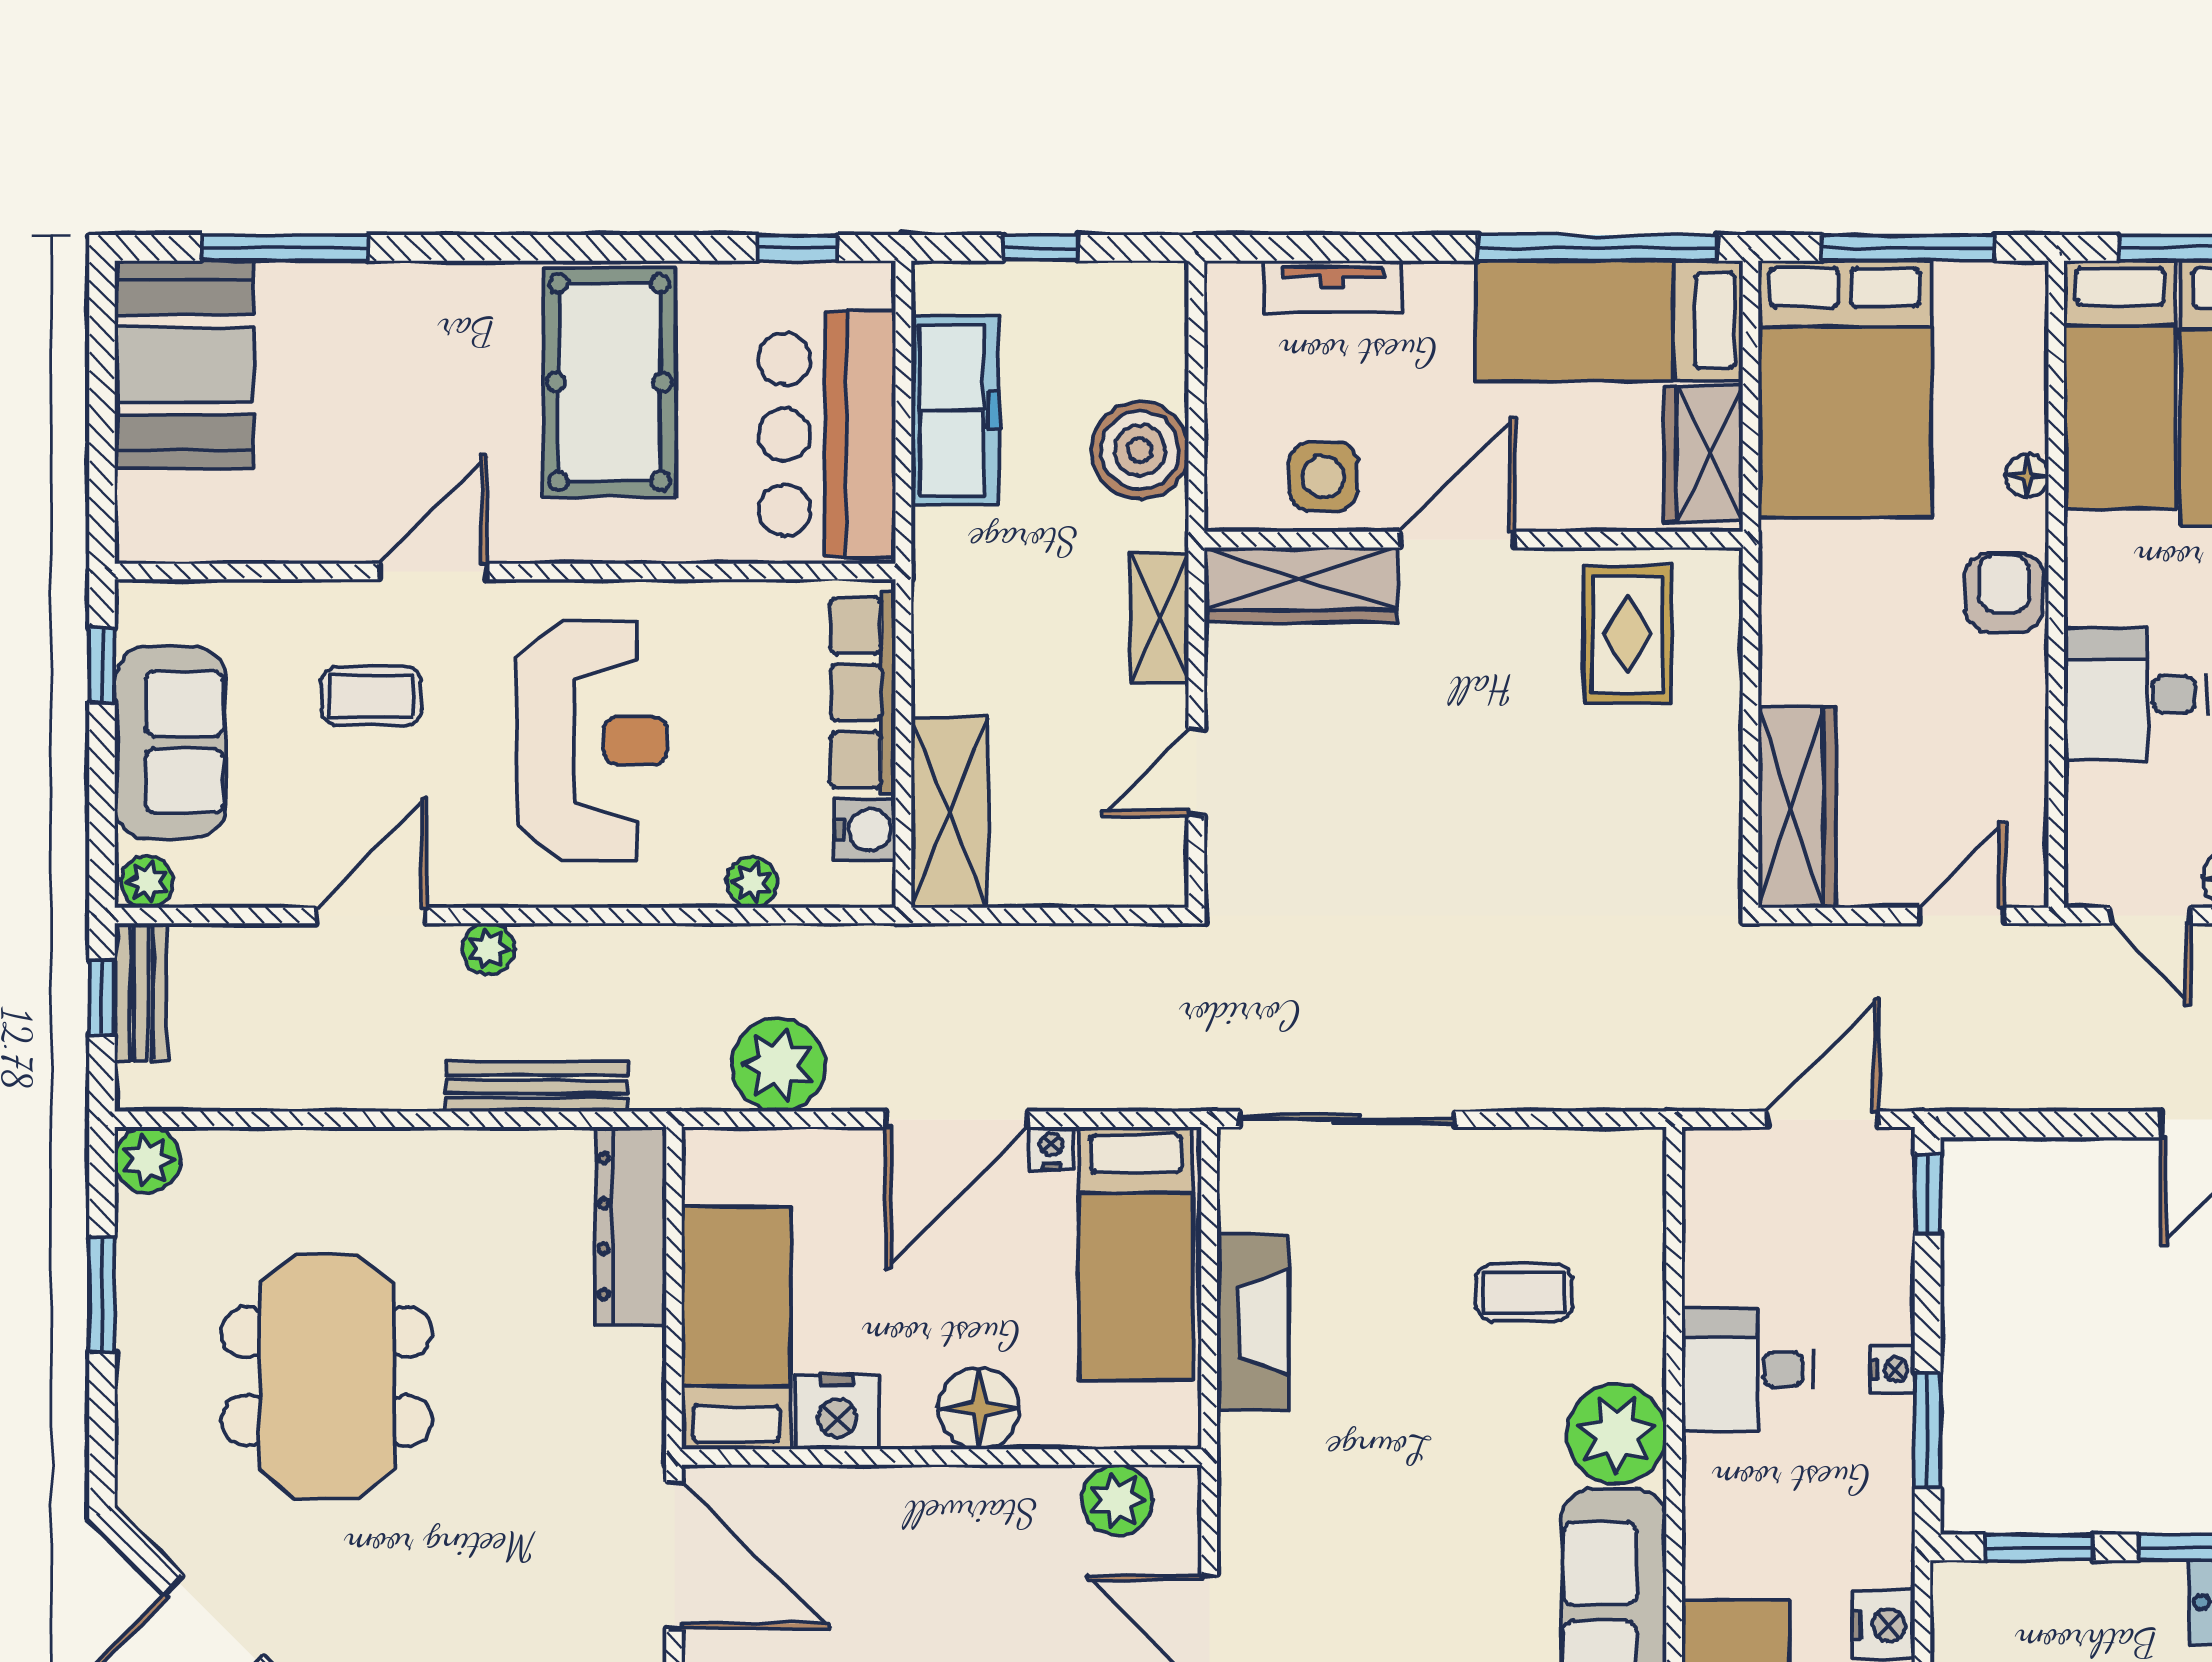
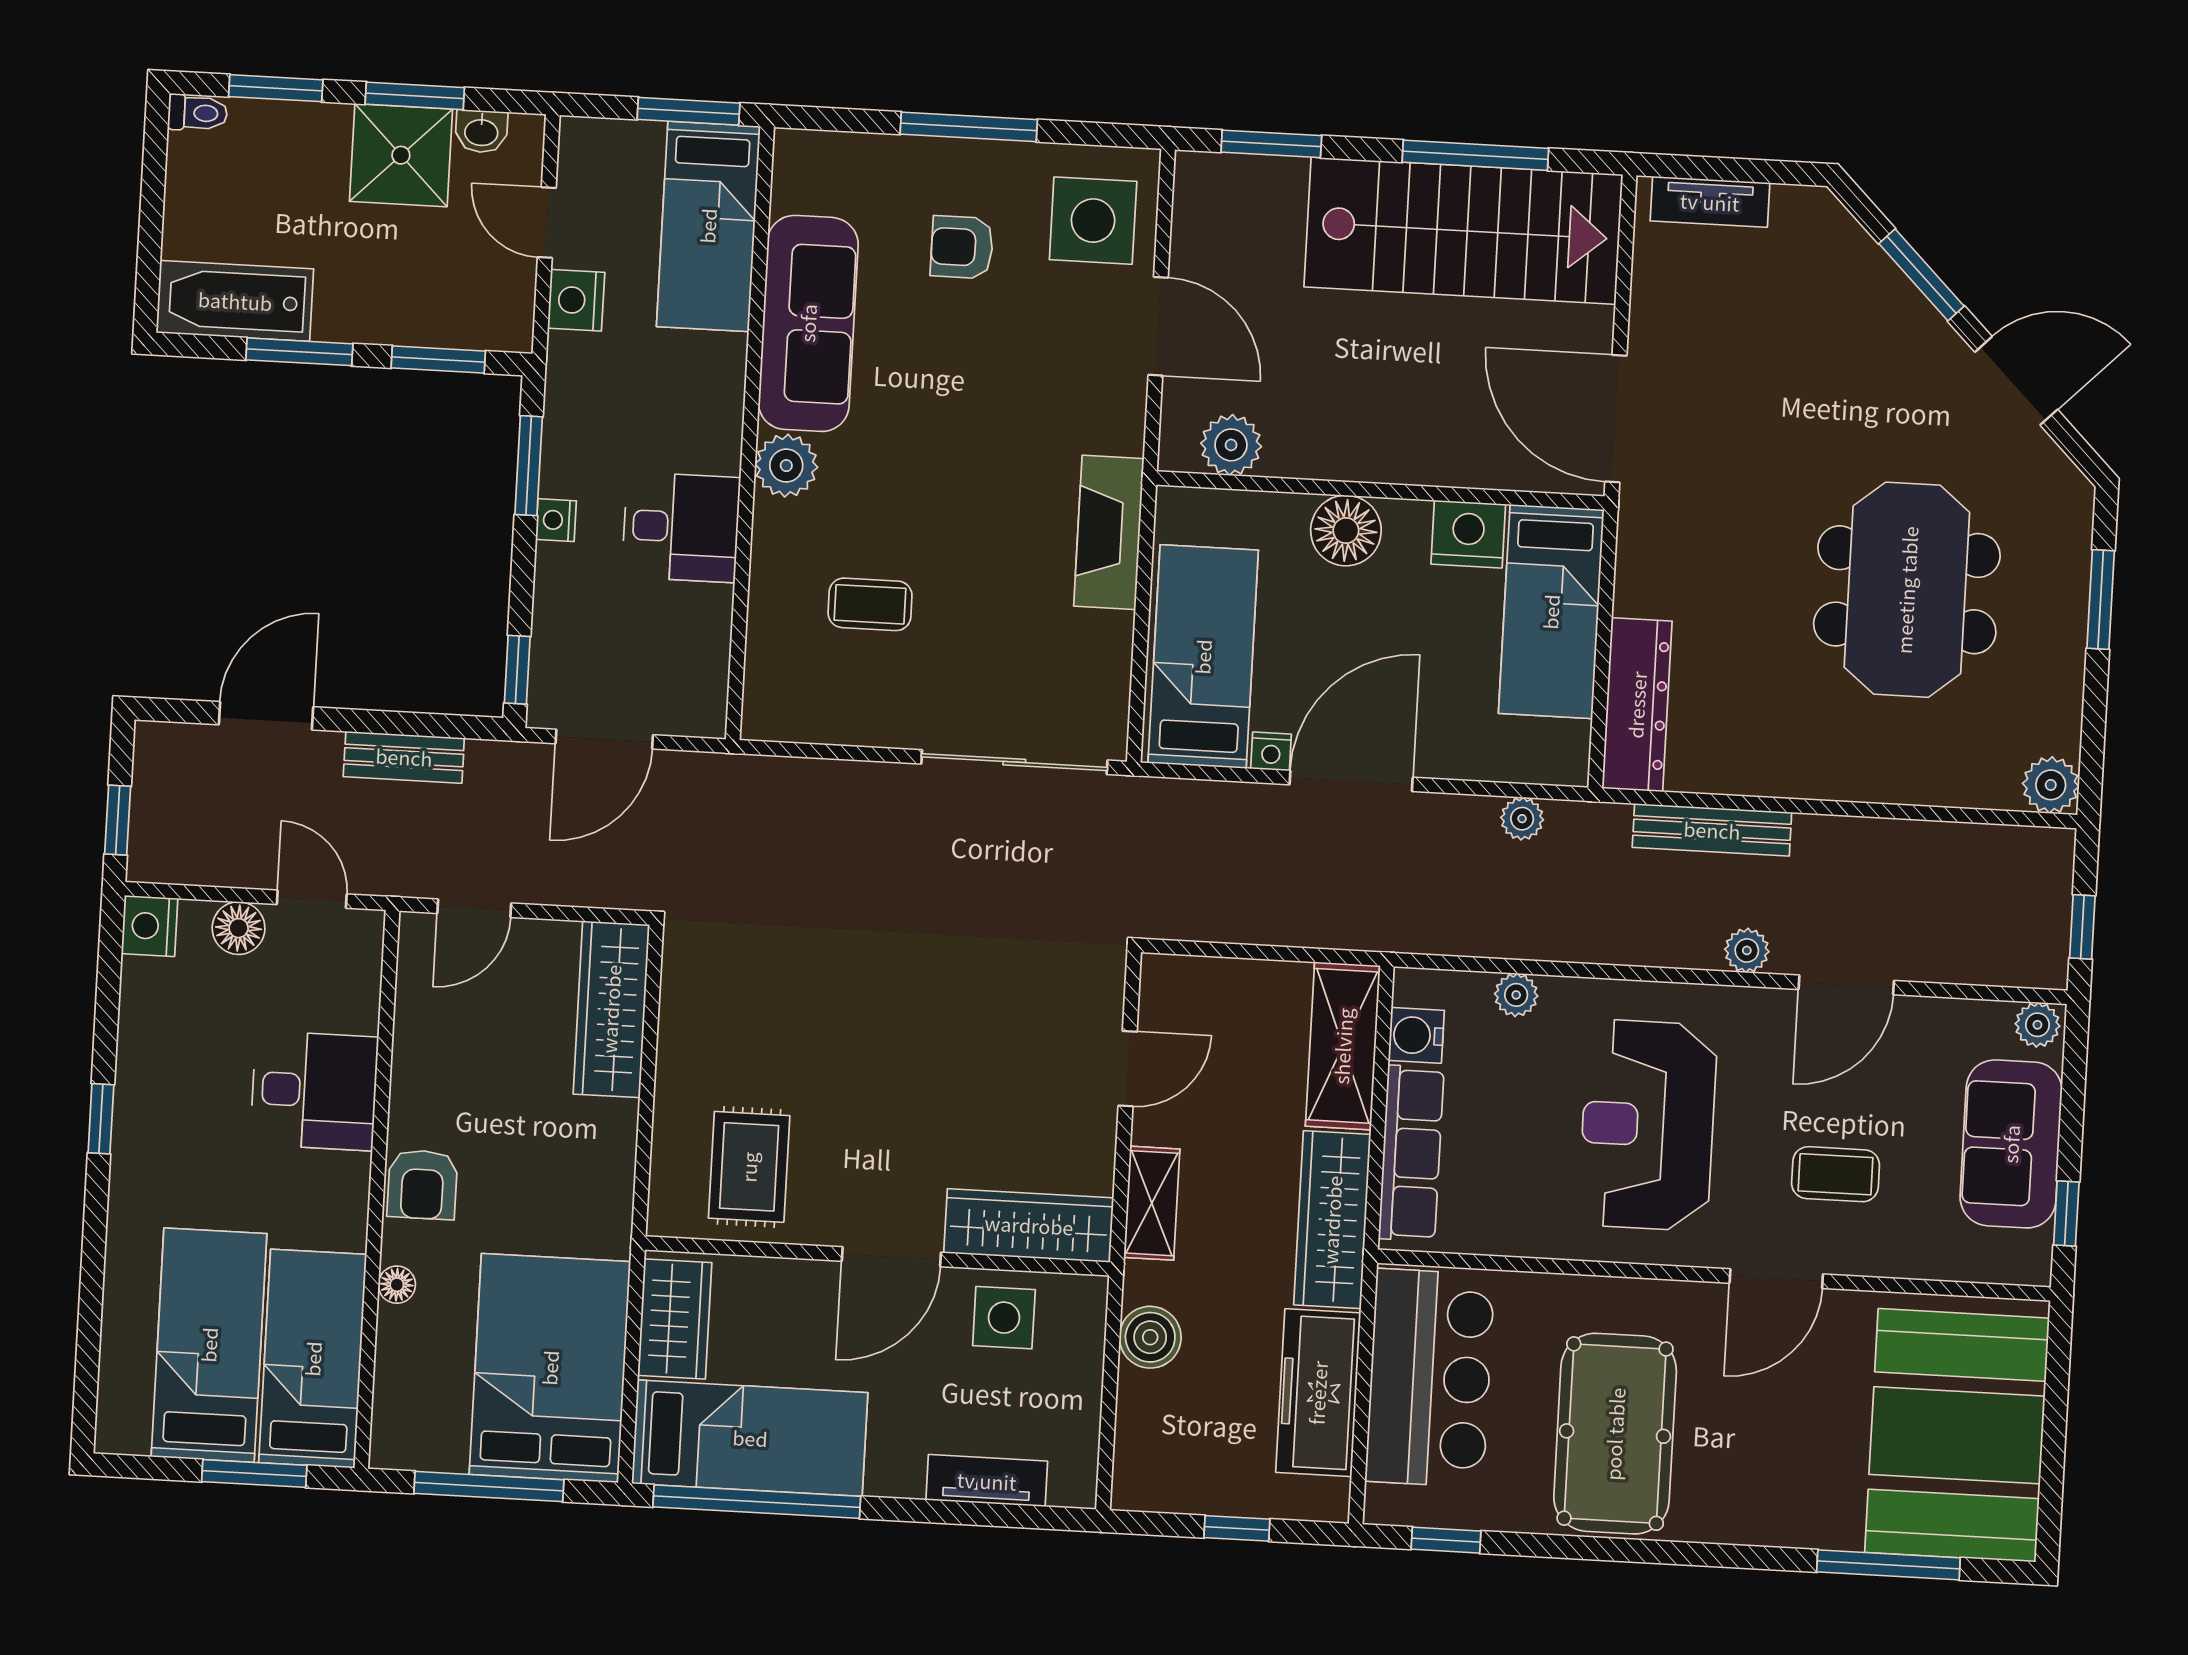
booth: (184, 365) -> (1957, 1435), width x1.36, depth x1.42
boiler: (1140, 450) -> (1150, 1337), width x0.73, depth x0.73
wardrobe: (950, 611) -> (1332, 1220), added
bench: (141, 992) -> (404, 757), moved, turned 90
plant: (778, 1065) -> (1522, 819), width x0.53, depth x0.53
window: (102, 1294) -> (2101, 599), moved
fireplace: (1253, 1322) -> (1109, 532), moved
plant: (1617, 1434) -> (786, 466), width x0.73, depth x0.73

